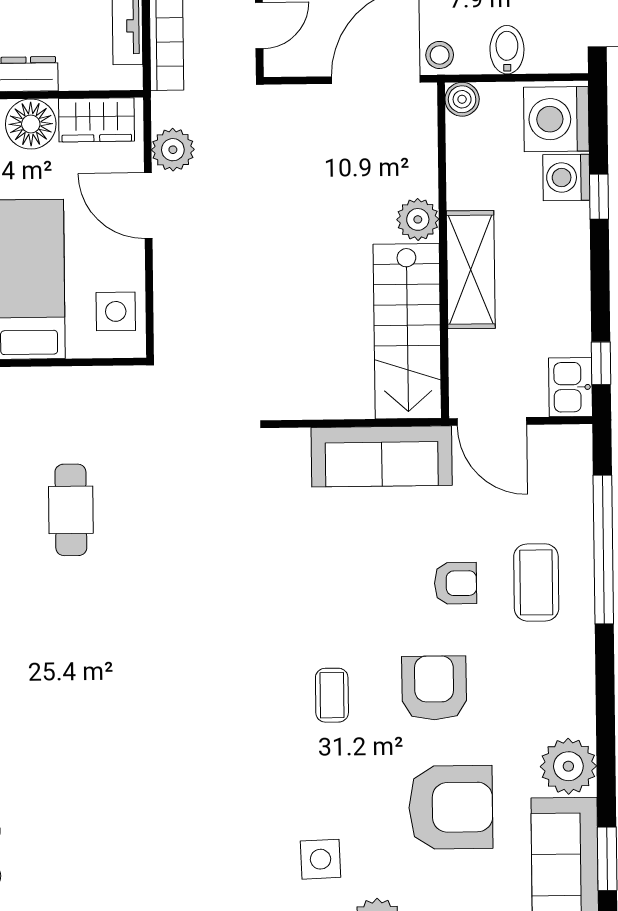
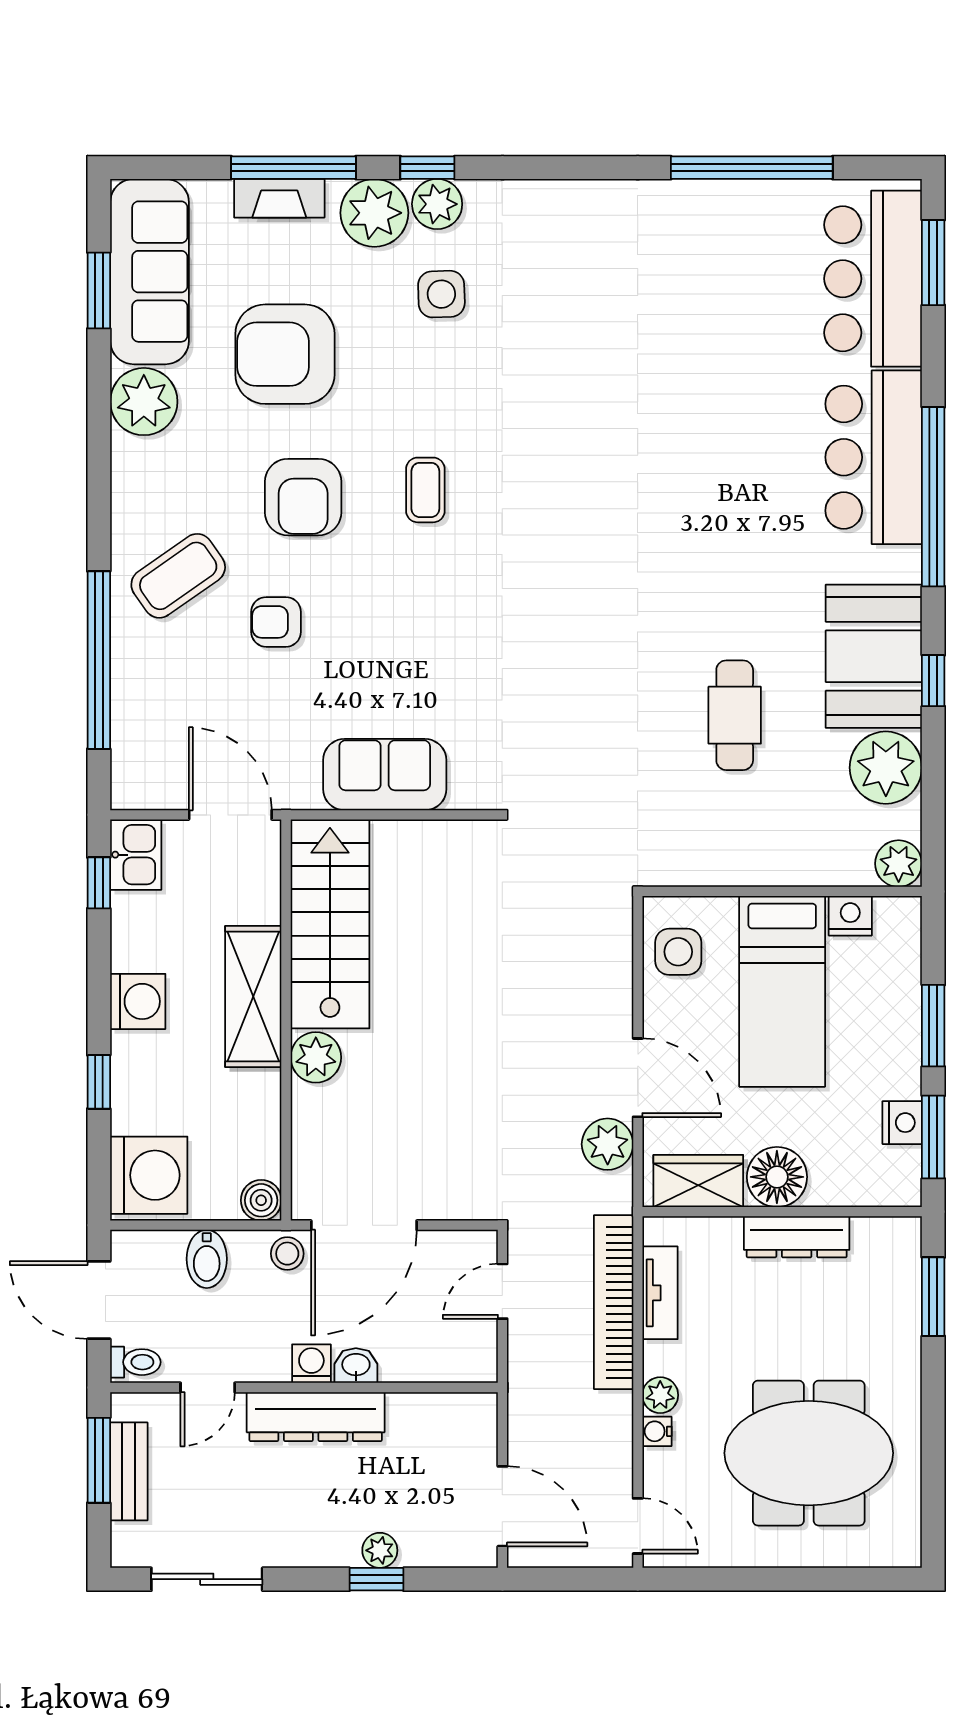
washing machine: (566, 177) -> (138, 1001), moved
sofa: (382, 456) -> (385, 775), width x0.73
coffee table: (536, 582) -> (178, 576), moved, turned 55

